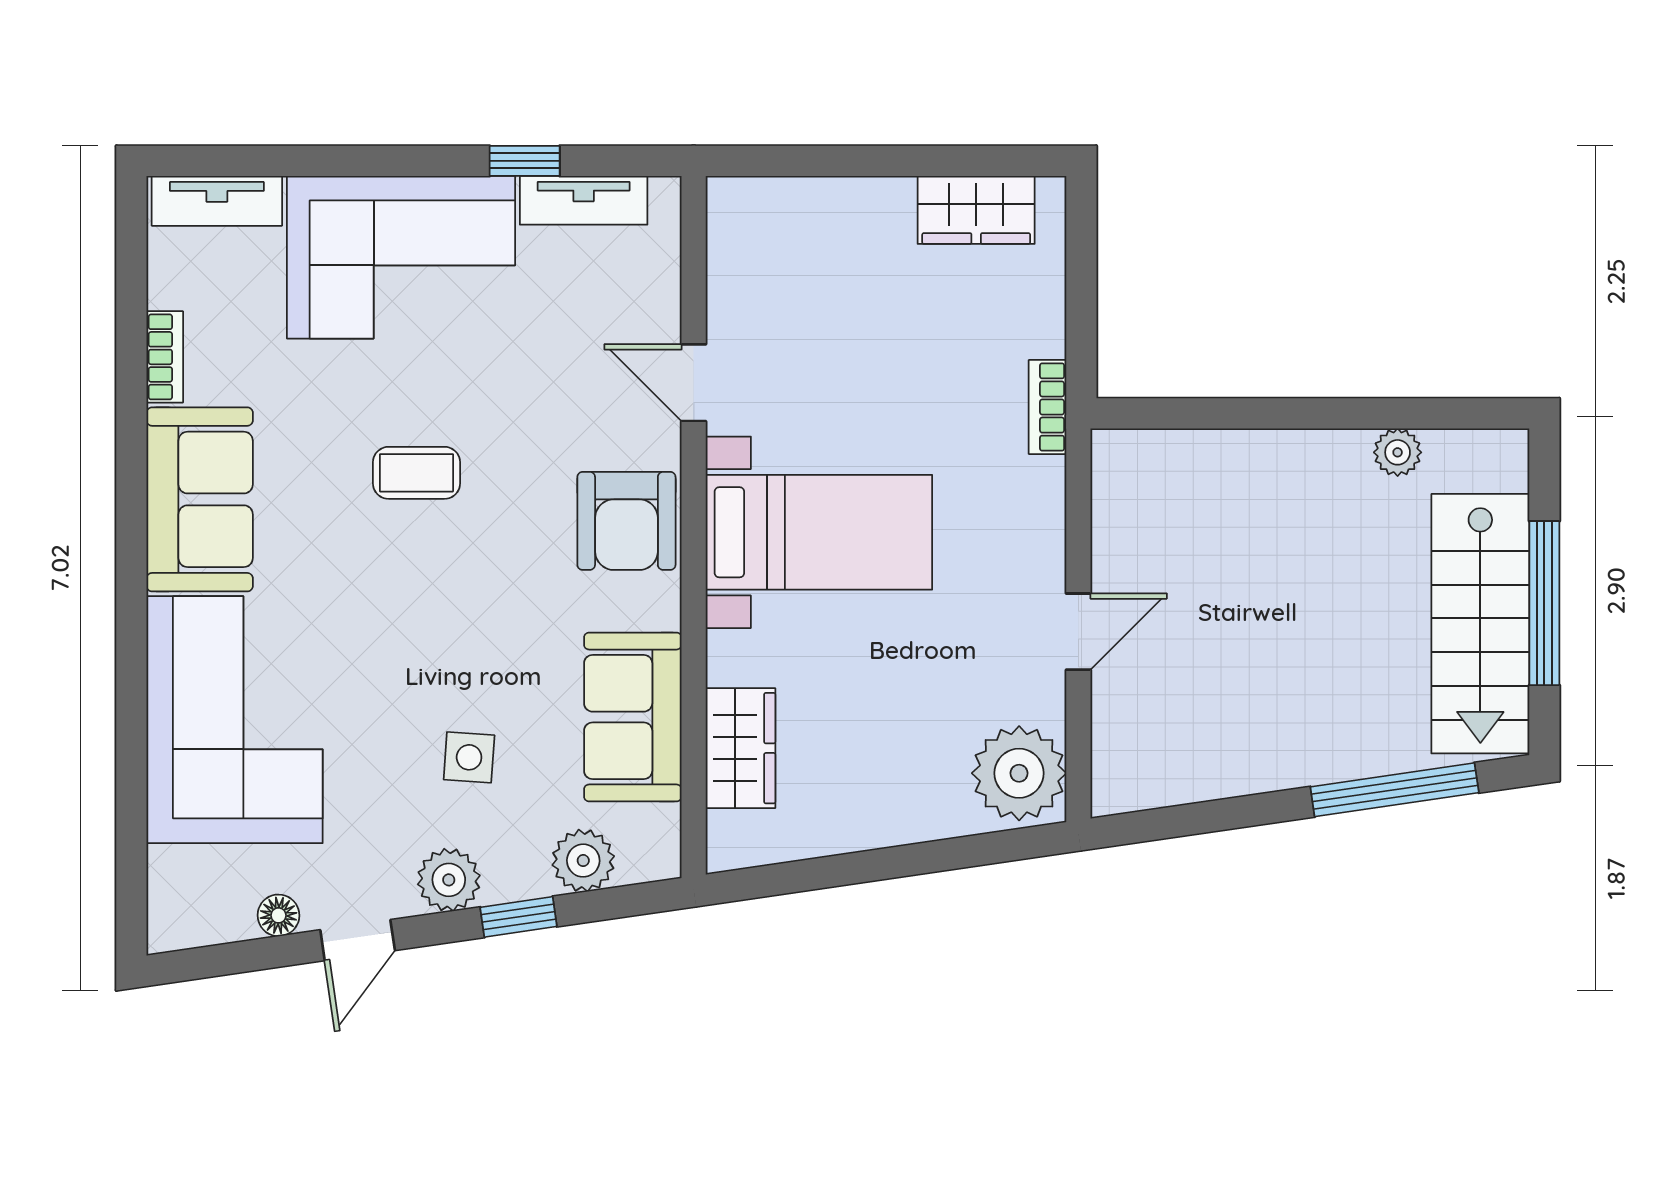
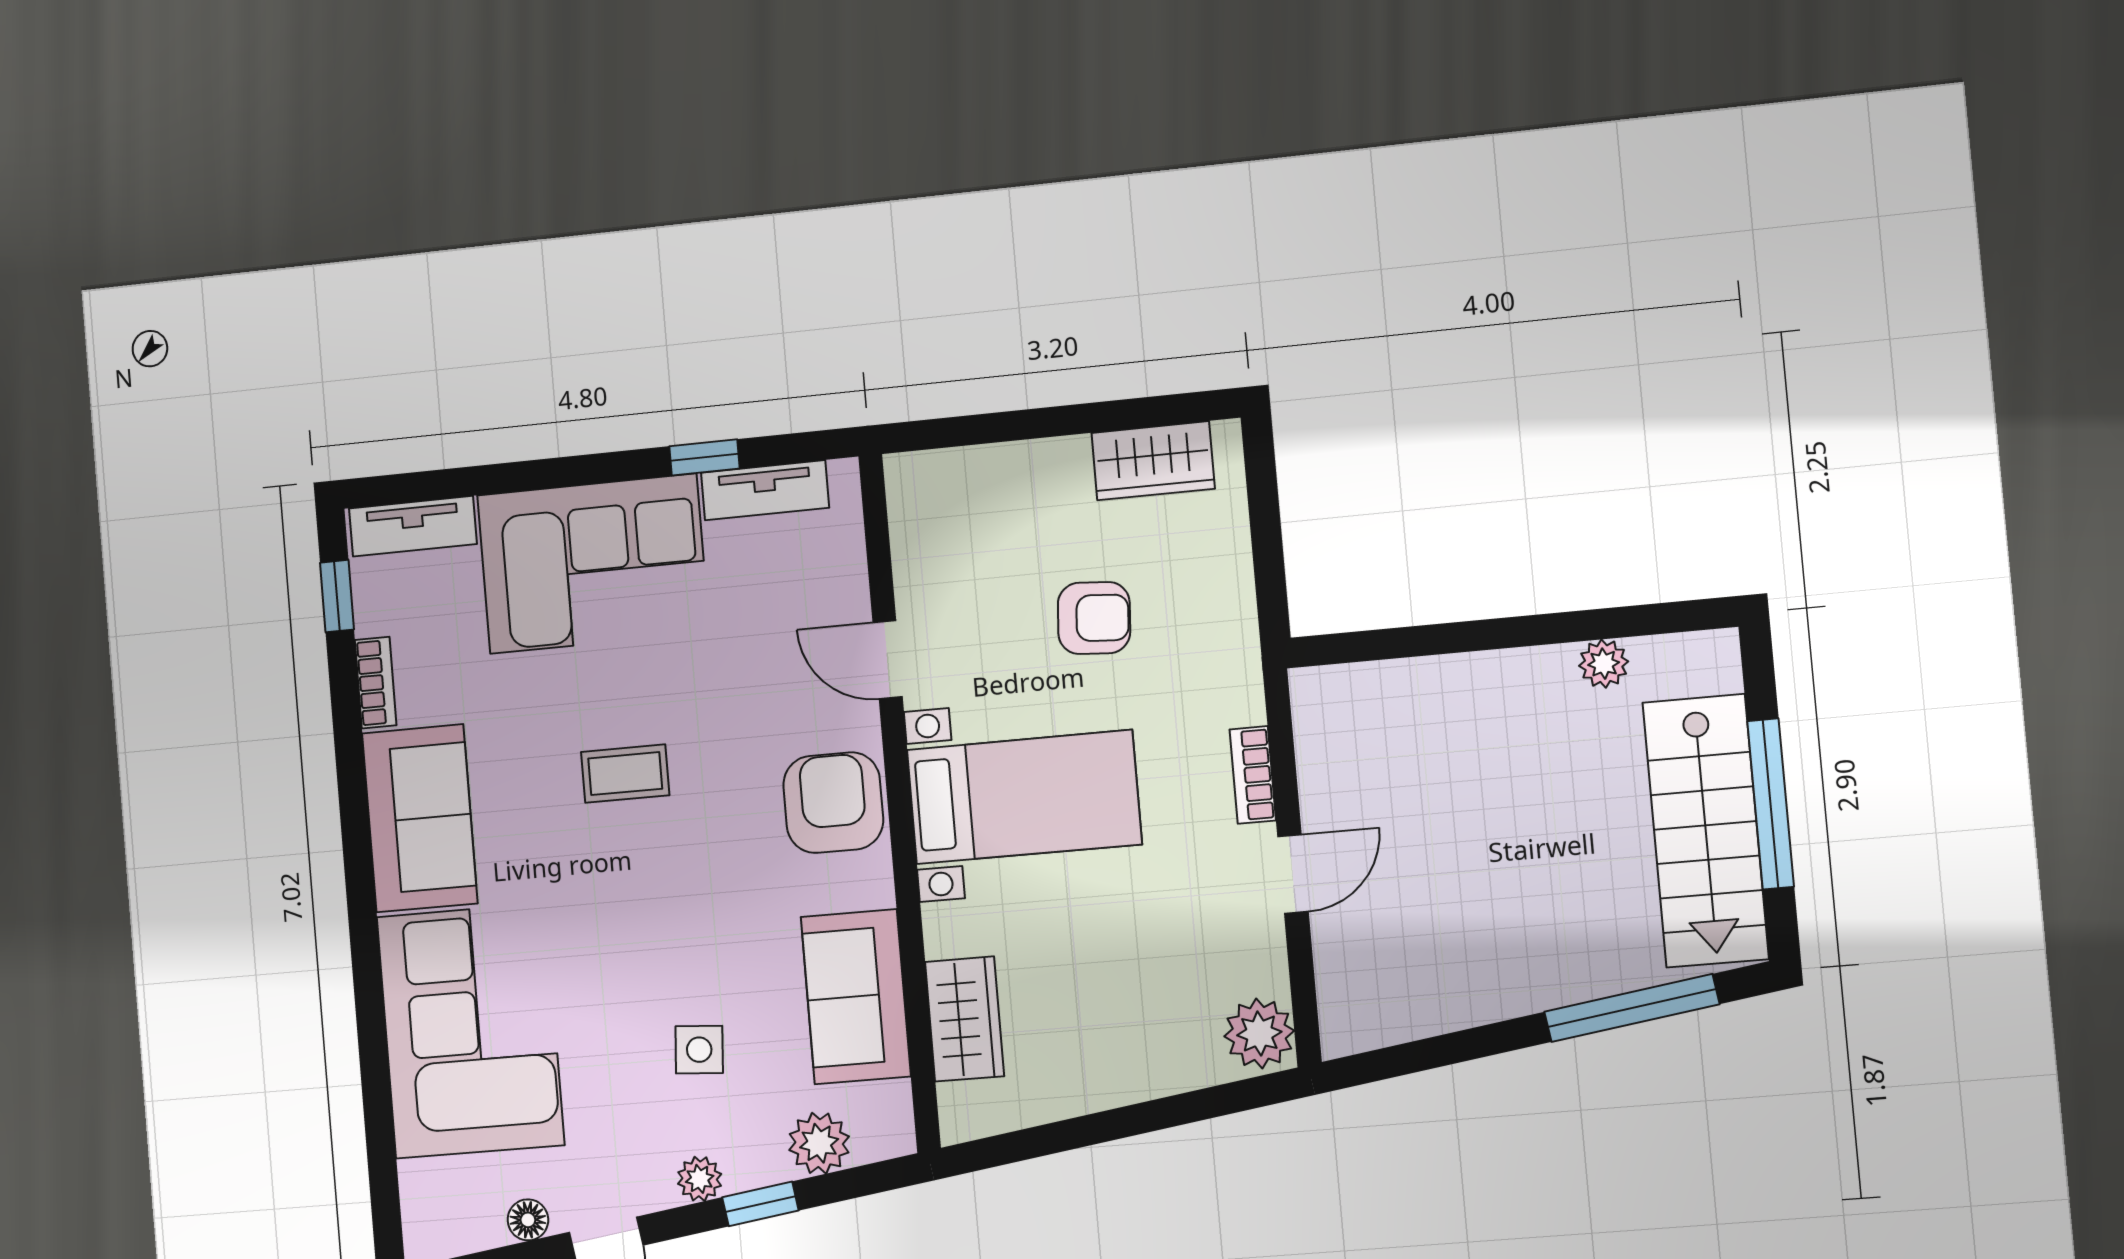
window: (131, 265) -> (337, 596), added
armchair: (904, 361) -> (1094, 618), added
bookcase: (1048, 407) -> (1253, 775), moved
armchair: (626, 521) -> (833, 803), turned 180
plant: (1019, 773) -> (1259, 1034), width x0.73, depth x0.73
plant: (449, 880) -> (700, 1179), width x0.73, depth x0.73

